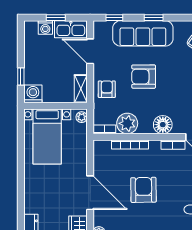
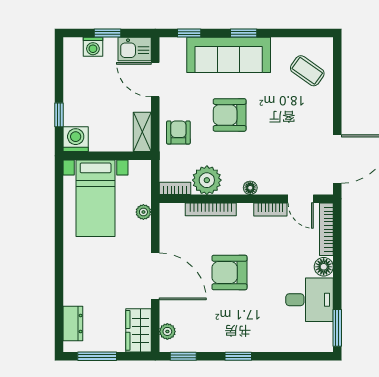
kitchen sink: (71, 29) -> (135, 49), width x0.73
plant: (82, 117) -> (143, 212), moved
floor lamp: (163, 125) -> (250, 188), width x0.53, depth x0.53
armchair: (143, 190) -> (229, 272), turned -89

